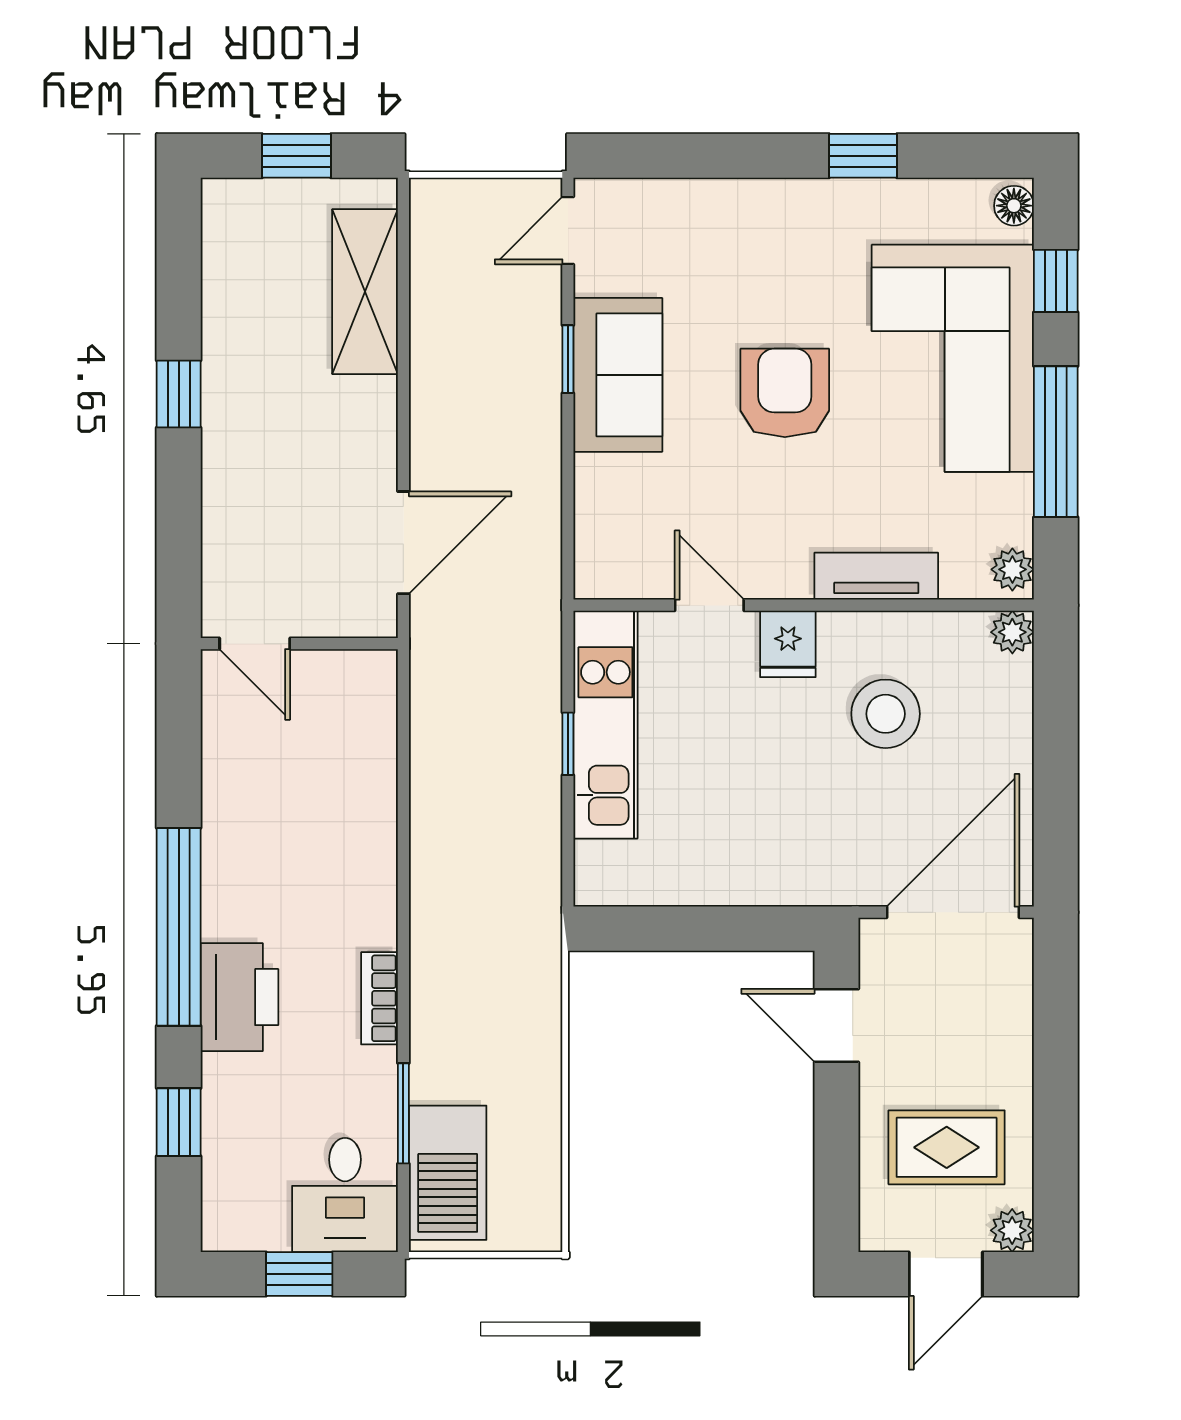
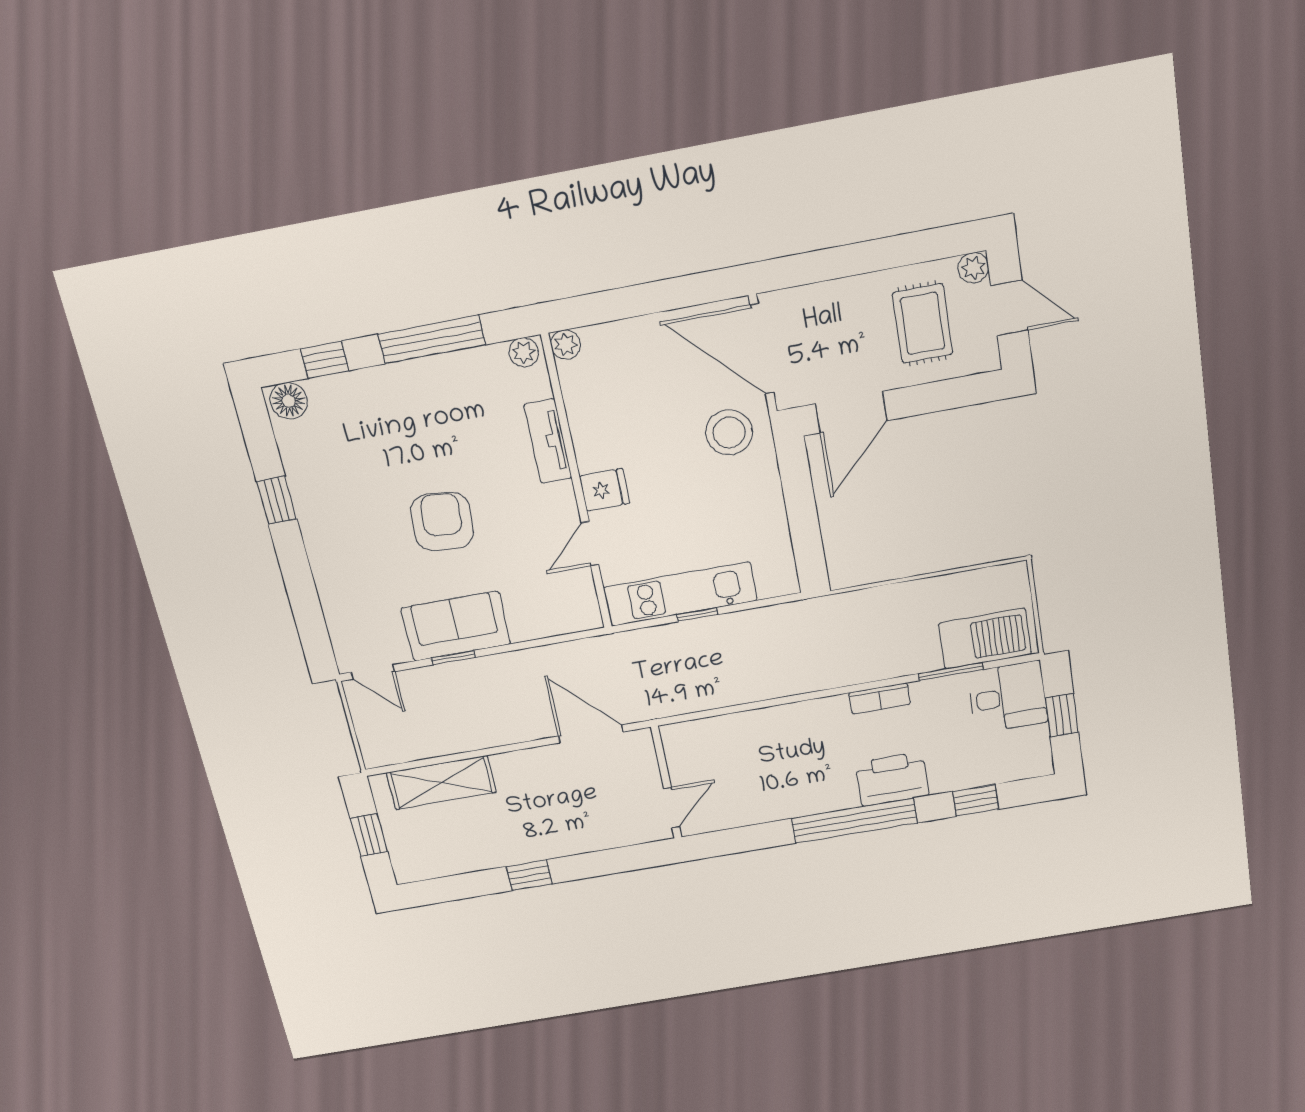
floor lamp: (1014, 206) -> (289, 401), width x1.37, depth x1.37
corner sofa: (953, 358) -> (393, 418), removed
armchair: (785, 393) -> (442, 521), turned 95
stool: (886, 714) -> (729, 432), moved
door: (836, 1025) -> (851, 412), width x1.38

